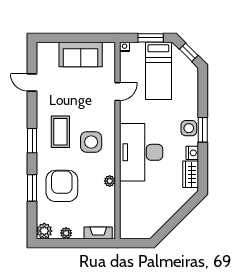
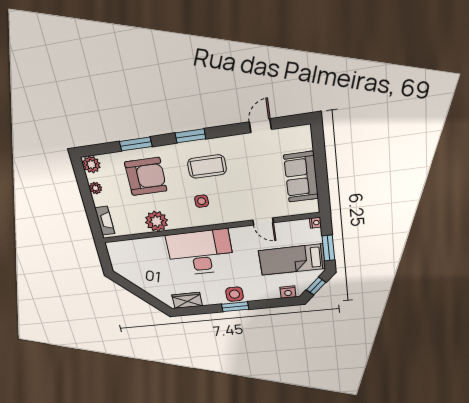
side table: (91, 142) -> (202, 201), width x0.54, depth x0.54
nightstand: (192, 153) -> (288, 292), moved
plant: (110, 181) -> (156, 221), width x1.88, depth x1.88

